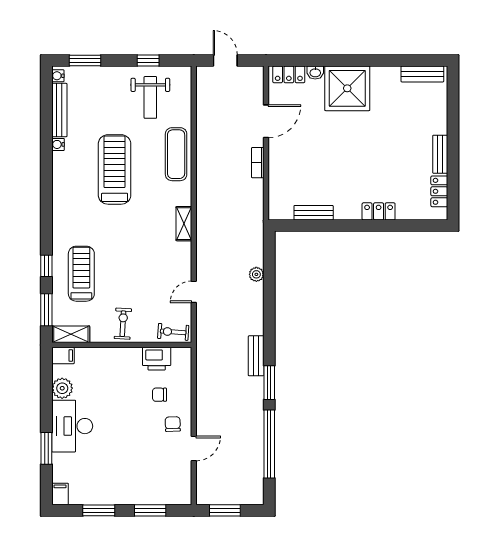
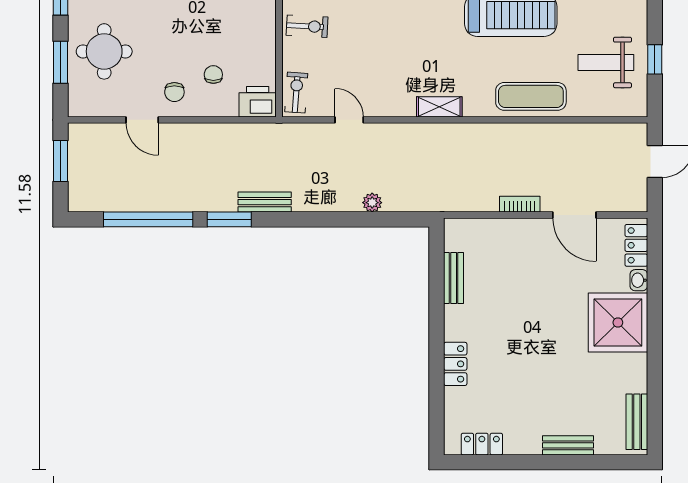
bench: (440, 154) -> (568, 445), moved
printer: (157, 359) -> (258, 102), moved, turned 90
chair: (173, 424) -> (174, 92), turned 92
round table: (142, 477) -> (104, 51), added

